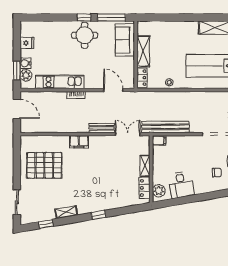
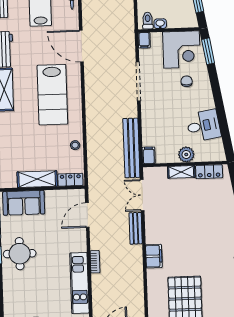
plant: (159, 191) -> (186, 154), moved

